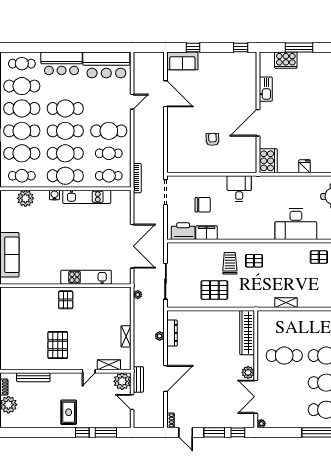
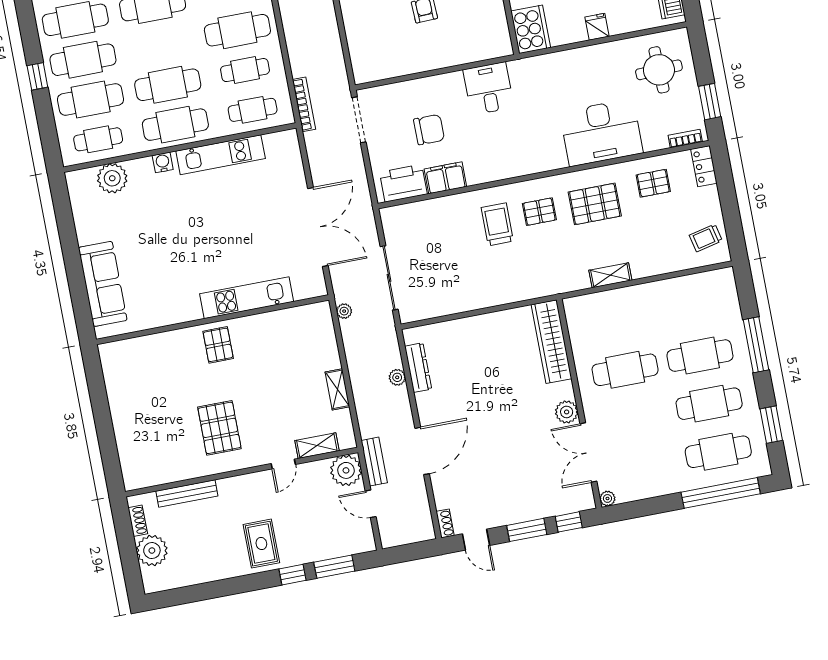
cafe table: (65, 131) -> (160, 45), removed
pallet: (214, 290) -> (595, 204), moved

